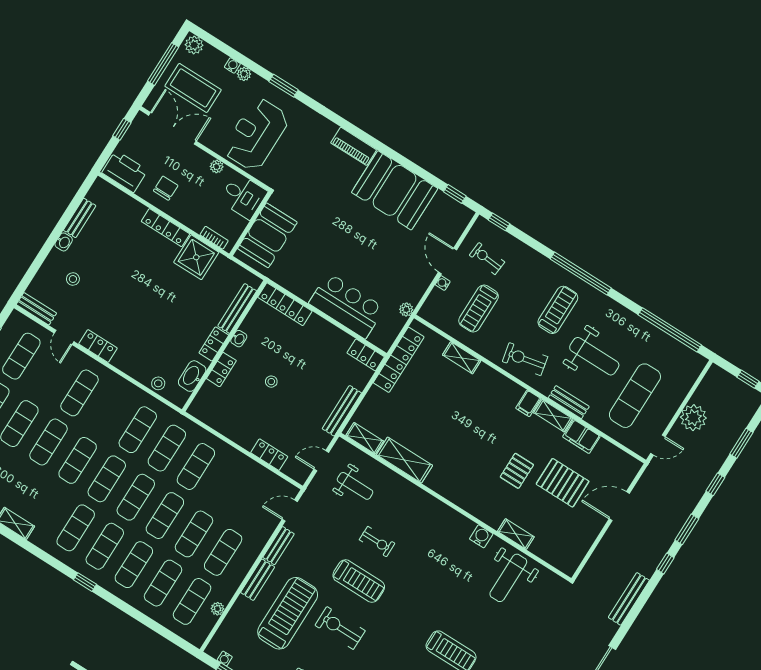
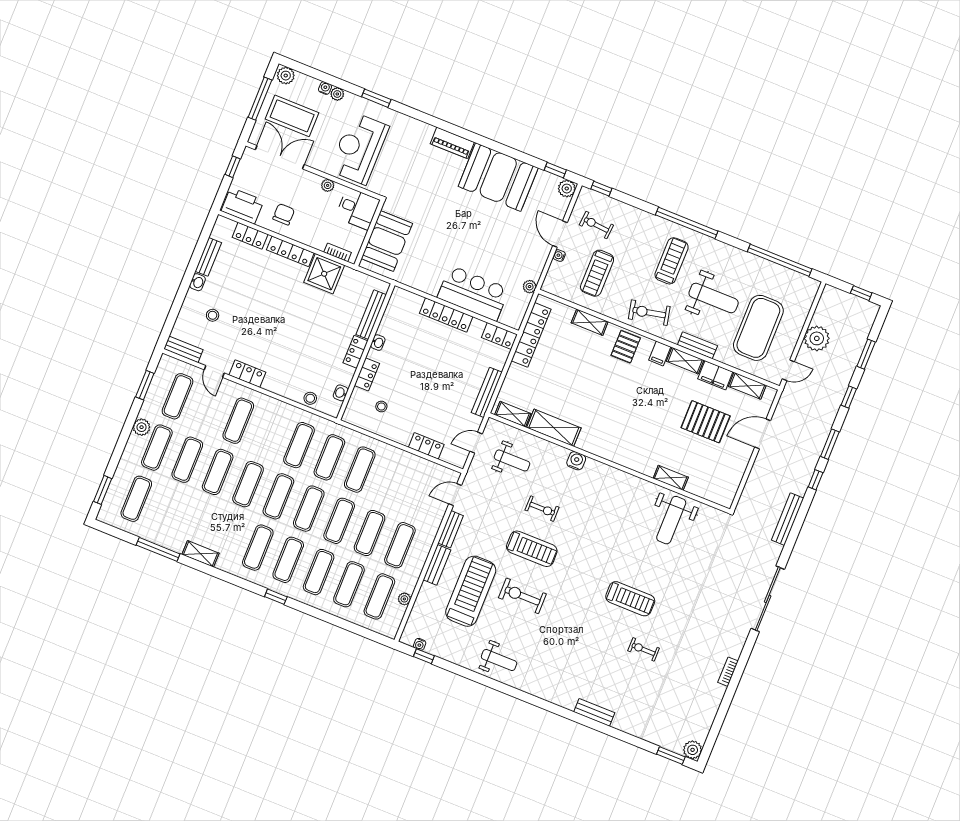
locker: (127, 204) -> (250, 236), added
plant: (463, 215) -> (567, 189), added
locker: (285, 304) -> (446, 315), moved
washbasin: (192, 376) -> (341, 393), width x0.52, depth x0.69
stool: (271, 382) -> (381, 406), moved
exercise mat: (635, 396) -> (758, 328), width x1.47
shelving: (613, 453) -> (747, 386), added
pallet: (517, 471) -> (626, 347), moved
water cooler: (481, 536) -> (576, 461), moved

